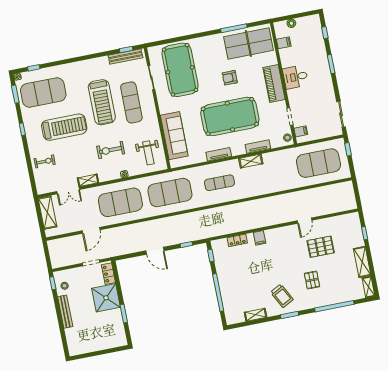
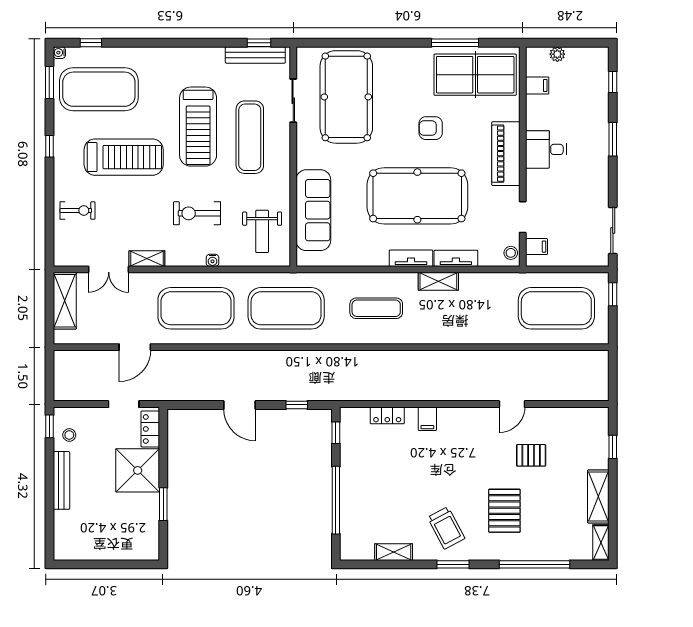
tv unit: (219, 154) -> (411, 258), moved
pallet: (321, 247) -> (531, 455), width x0.67, depth x0.71
pallet: (312, 280) -> (504, 511), width x1.50, depth x1.42

